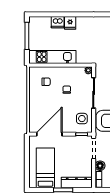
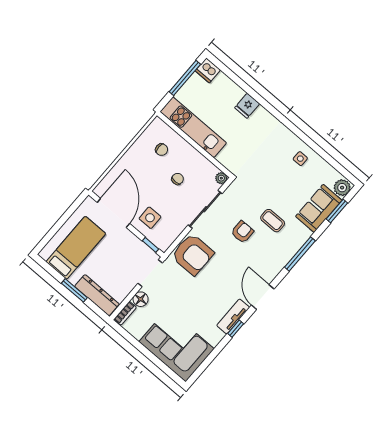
dishwasher: (58, 22) -> (208, 70), moved
side table: (82, 119) -> (150, 218), moved
door: (49, 134) -> (113, 213), hinge flipped

